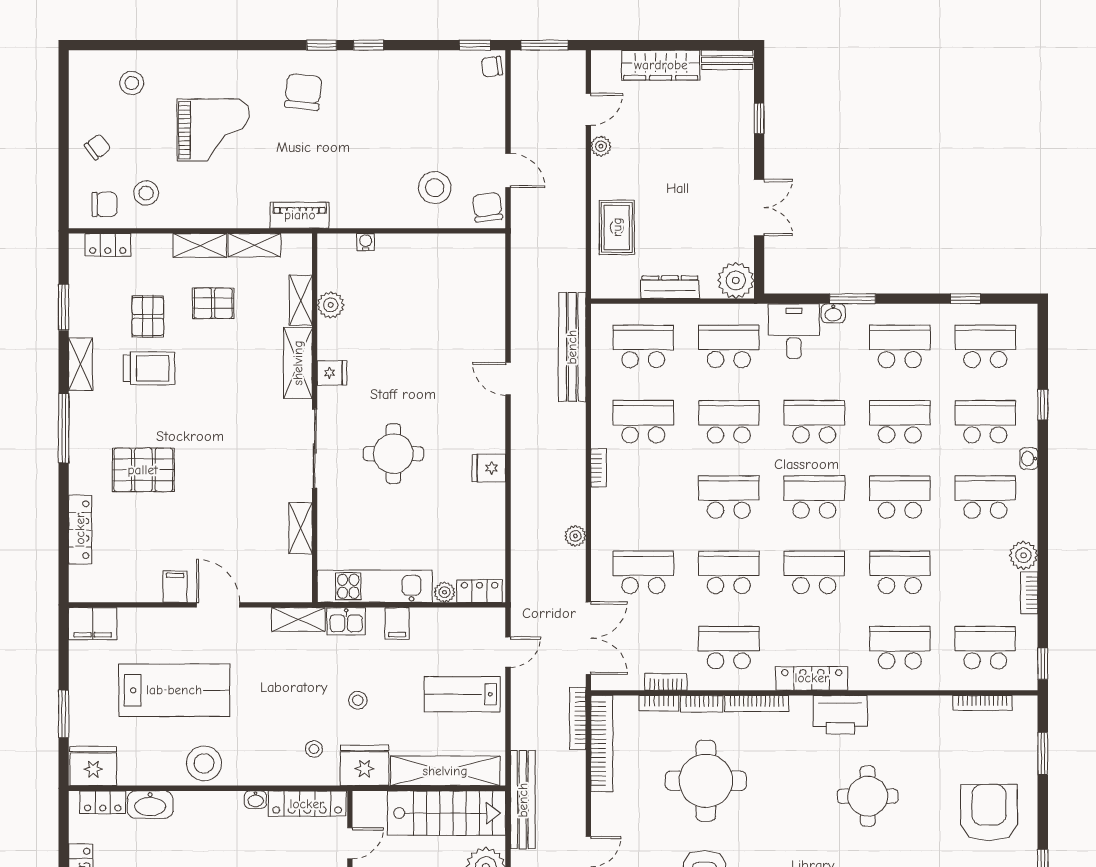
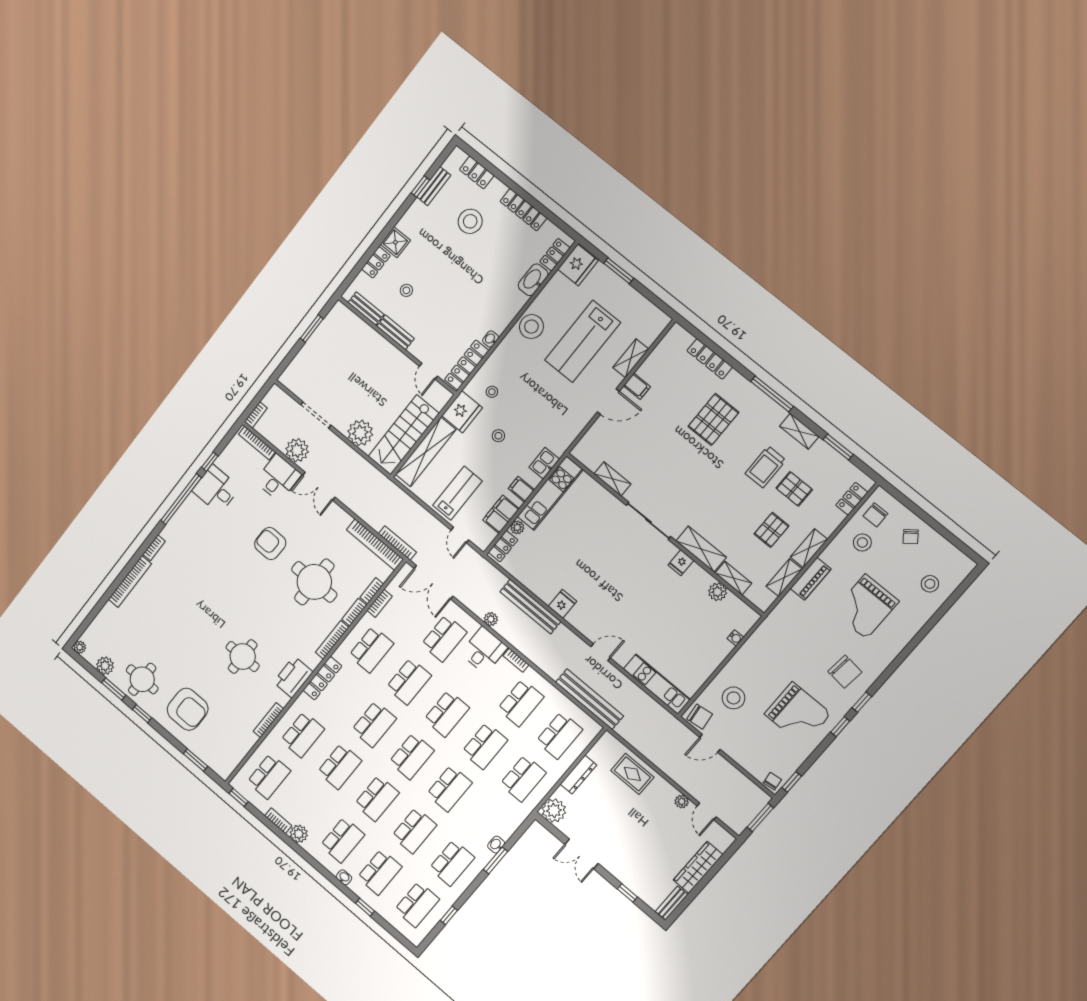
grand piano: (393, 103) -> (798, 714), added
piano: (300, 215) -> (811, 579), moved
kitchen unit: (491, 285) -> (657, 684), added
desk: (794, 331) -> (484, 650), moved, turned -90
round table: (393, 454) -> (611, 560), removed
shelving: (298, 620) -> (631, 358), moved
filing cabinet: (93, 624) -> (501, 514), moved
bookcase: (982, 703) -> (268, 720), moved
bench: (523, 800) -> (530, 607), moved

